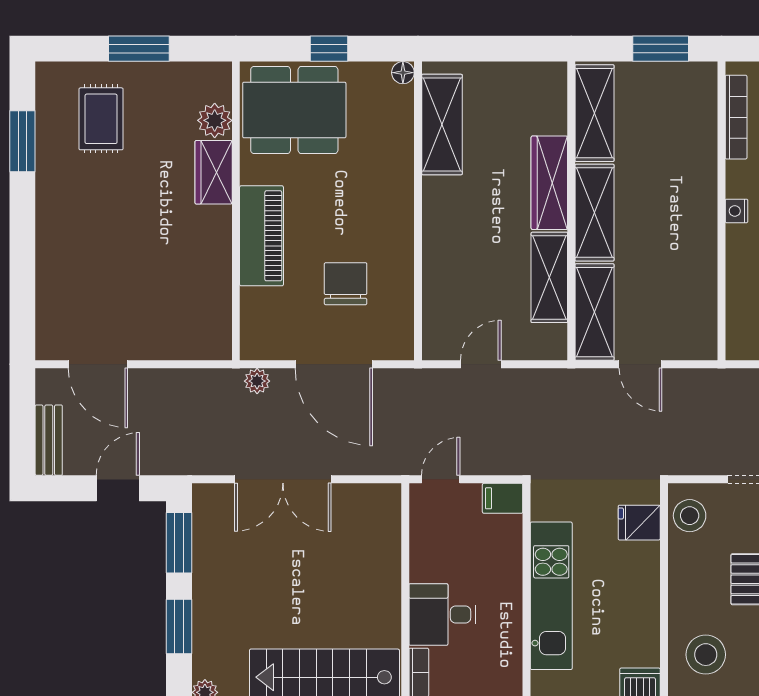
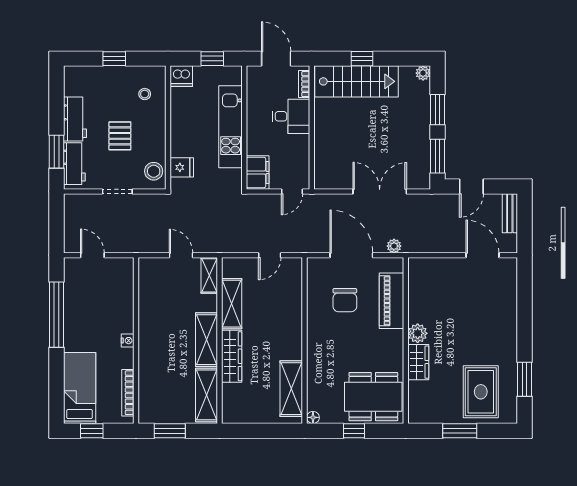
rug: (101, 119) -> (481, 392), width x1.36, depth x1.43
plant: (215, 120) -> (418, 333), moved
piano: (261, 236) -> (392, 301), moved
shelving: (594, 312) -> (209, 275), width x0.67, depth x0.75
filing cabinet: (503, 498) -> (258, 172), width x2.00
stool: (706, 655) -> (145, 94), width x0.53, depth x0.53

